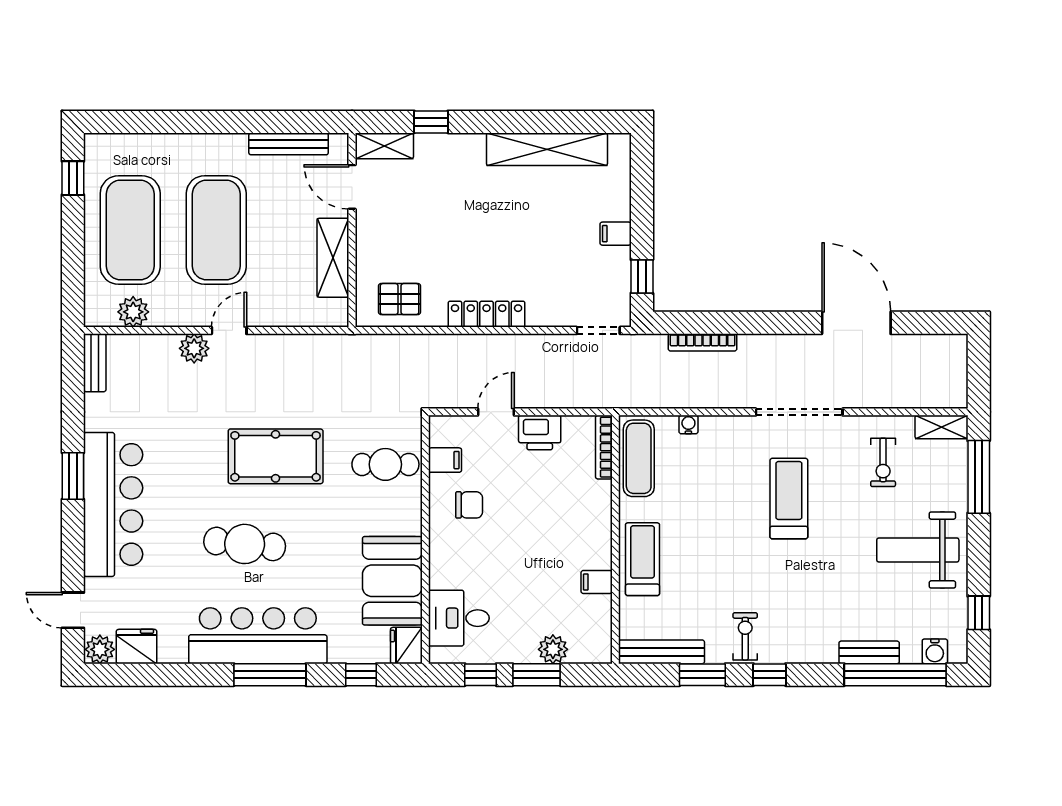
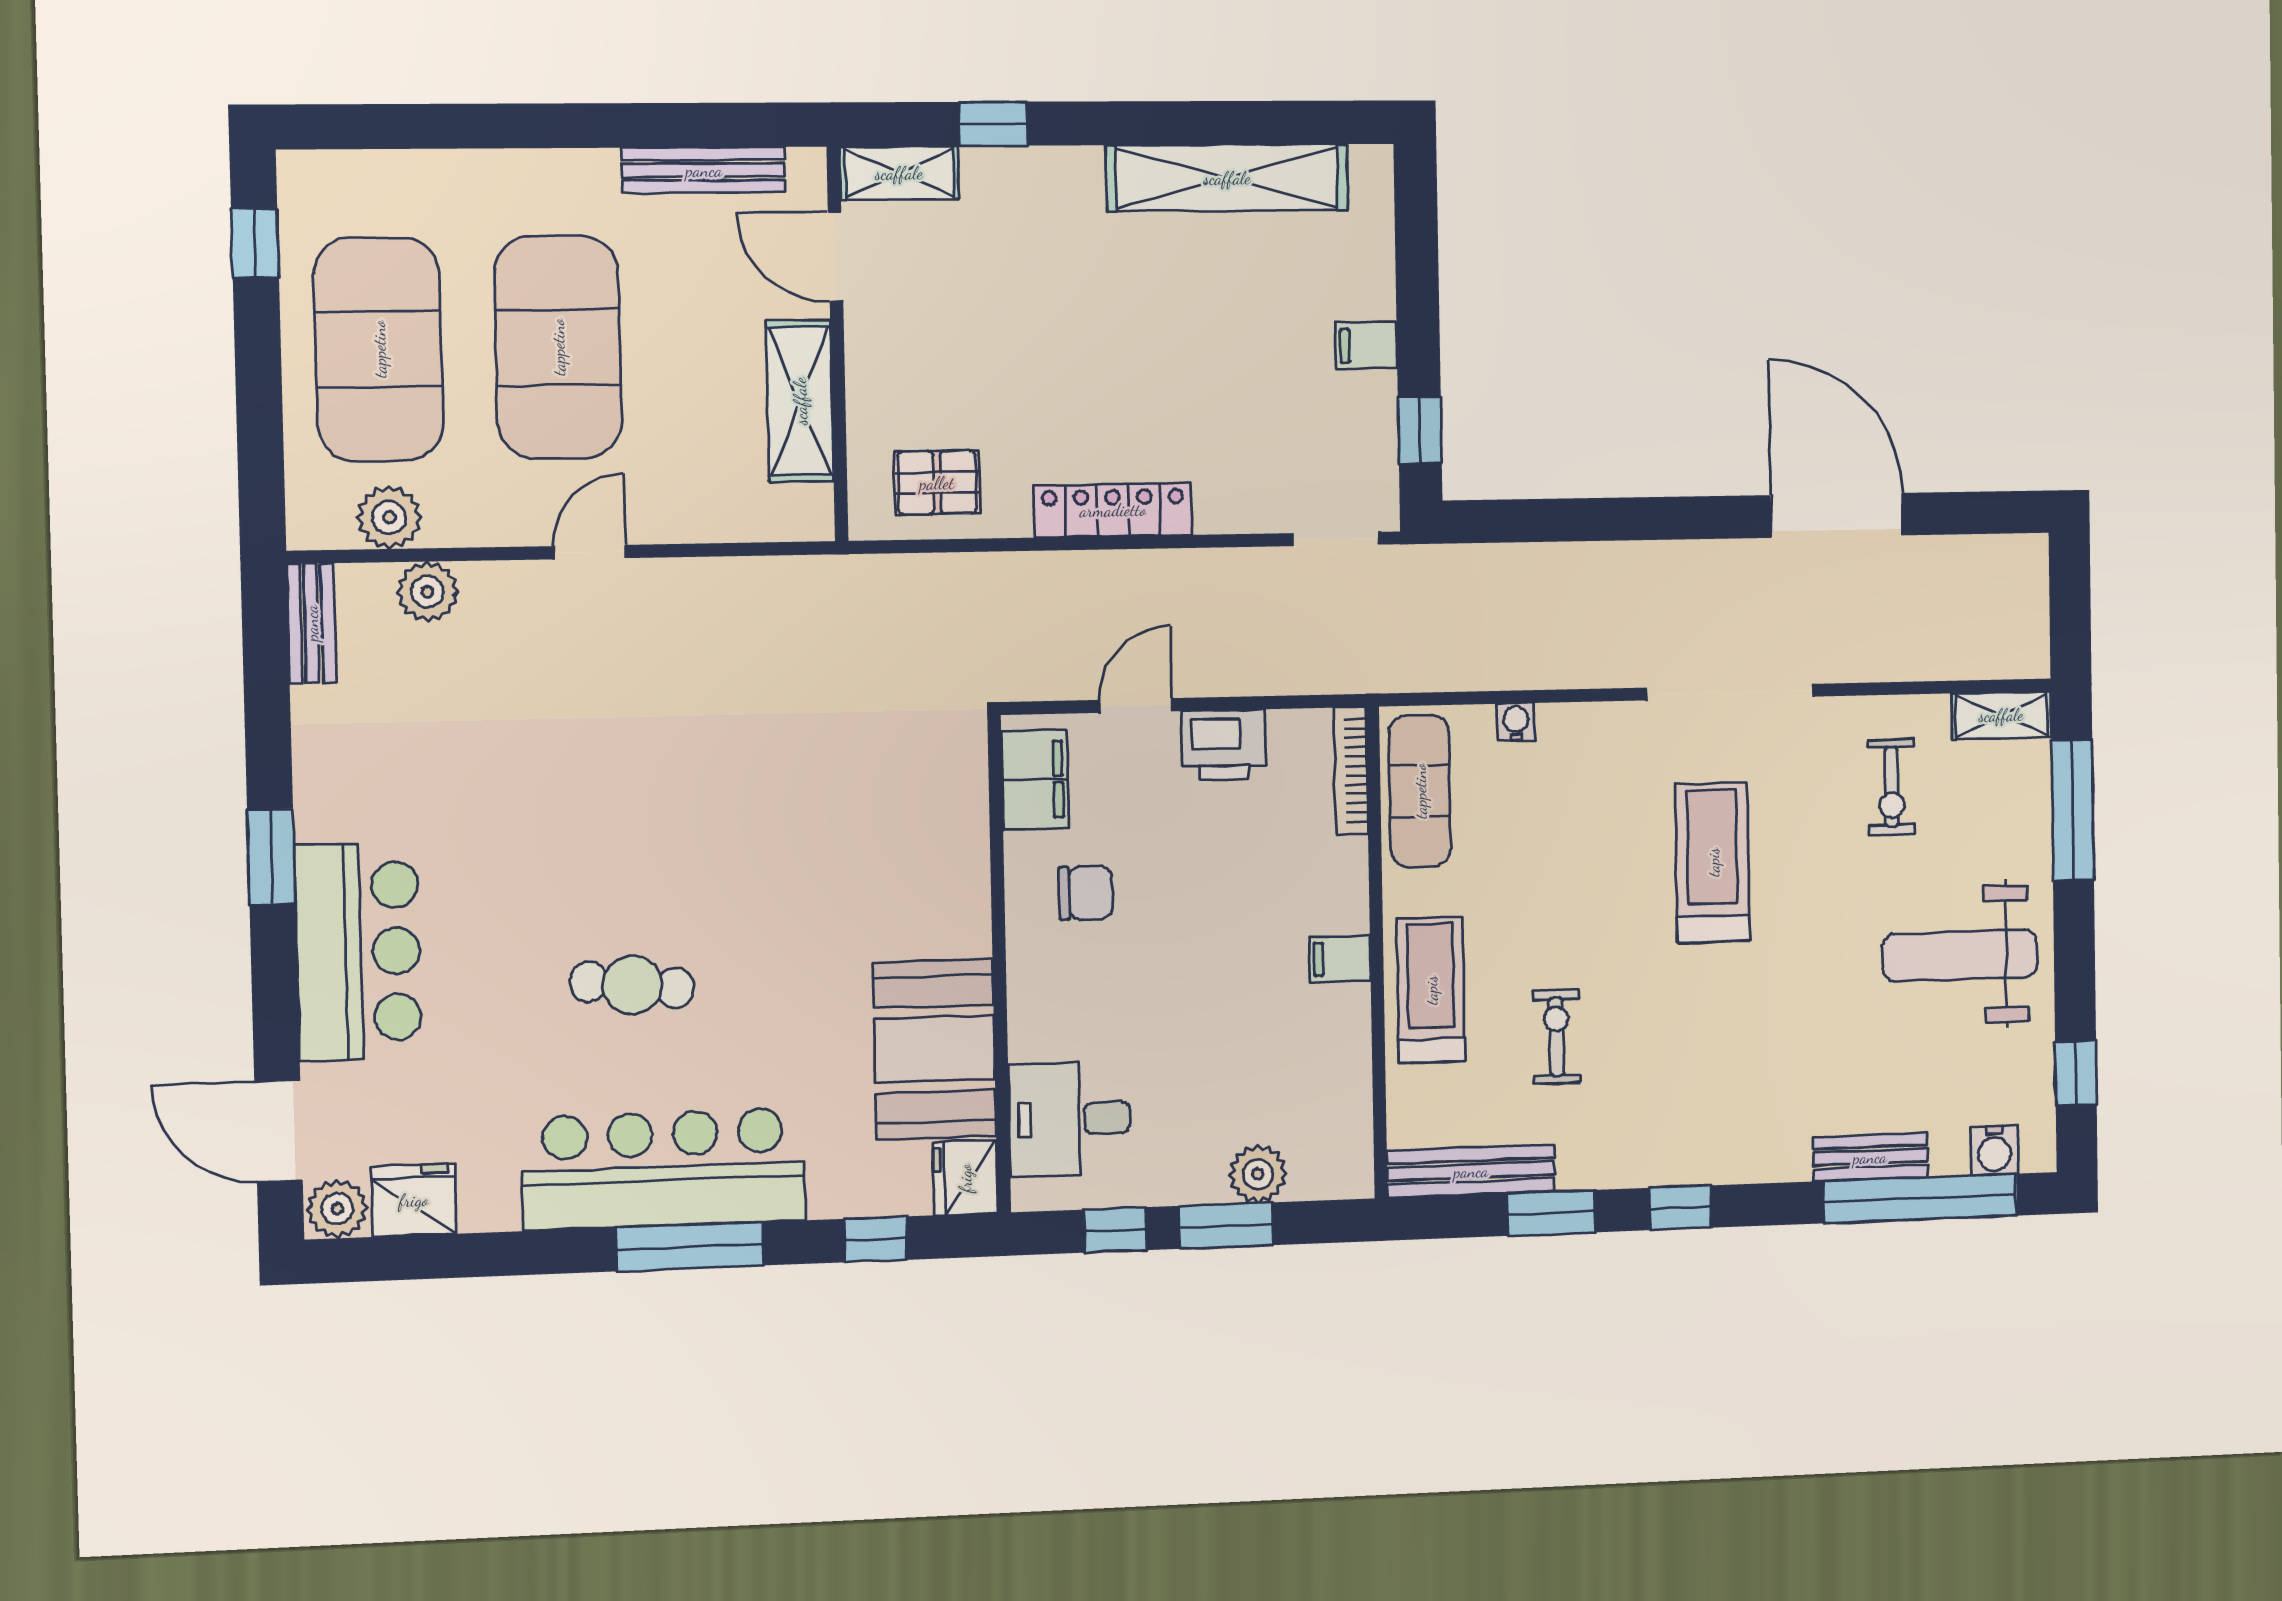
bookcase: (703, 342) -> (1541, 559), removed
plant: (194, 348) -> (427, 592), moved
pool table: (276, 456) -> (691, 806), removed
filing cabinet: (445, 460) -> (1035, 780), width x2.00
cafe table: (385, 464) -> (916, 816), removed
bar counter: (113, 504) -> (358, 952), width x0.73
cafe table: (245, 544) -> (632, 985), width x0.73, depth x0.74
filing cabinet: (597, 582) -> (1340, 959), moved
door: (73, 610) -> (279, 1131), width x1.38
exercise bike: (745, 636) -> (1556, 1037), moved

